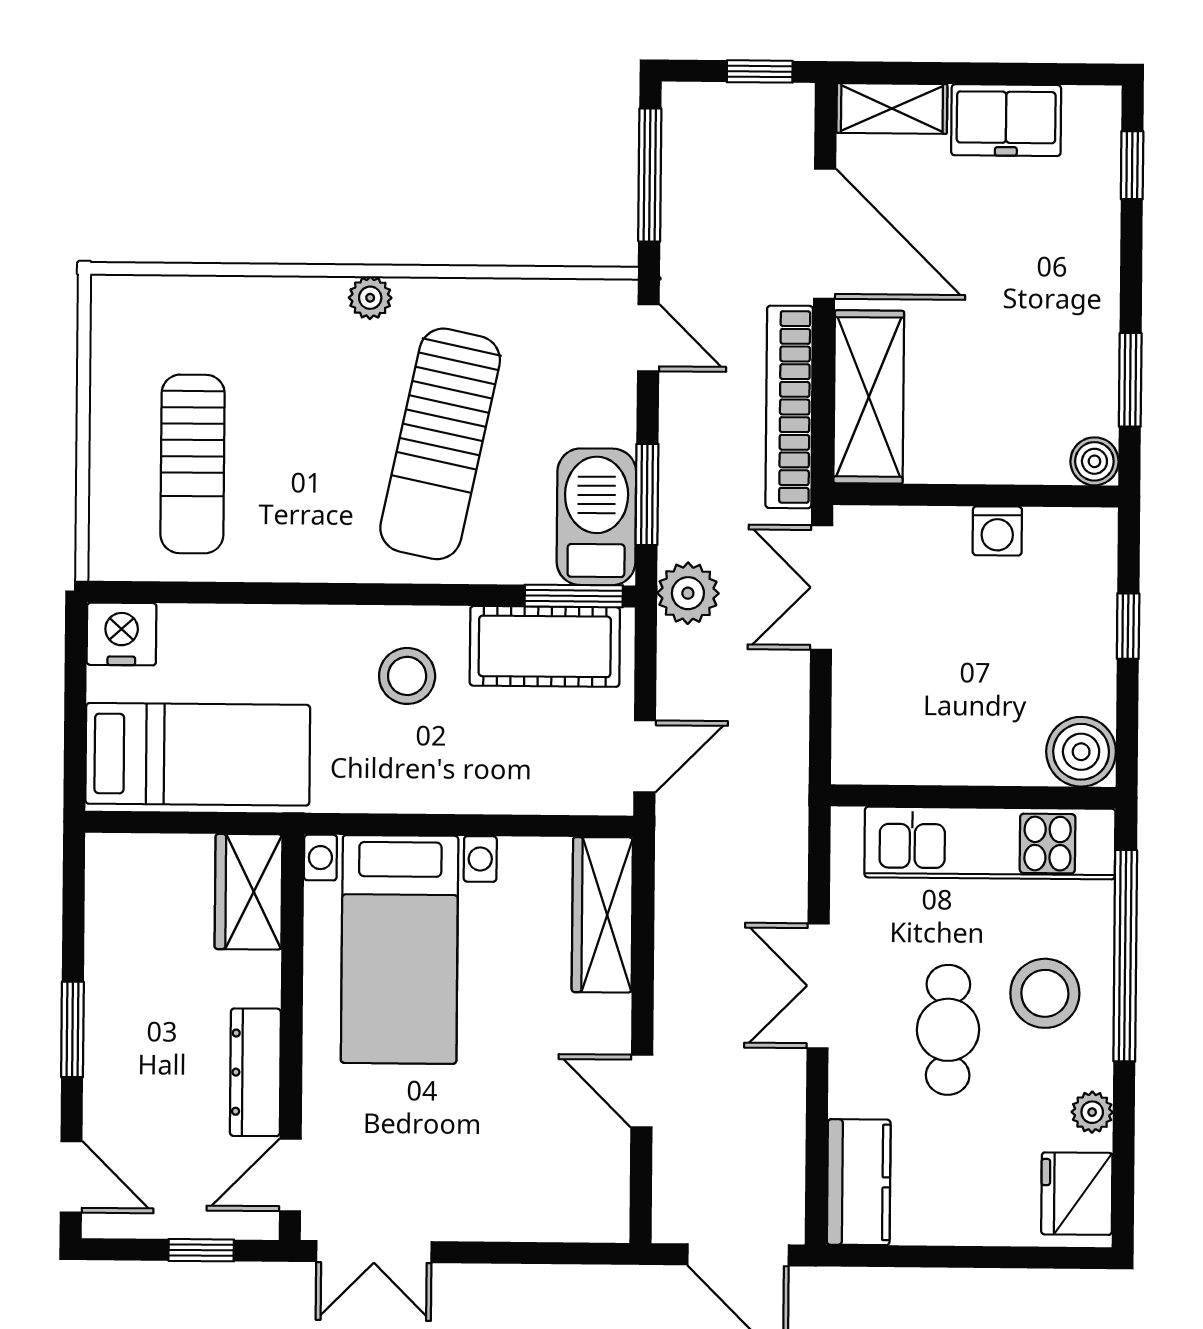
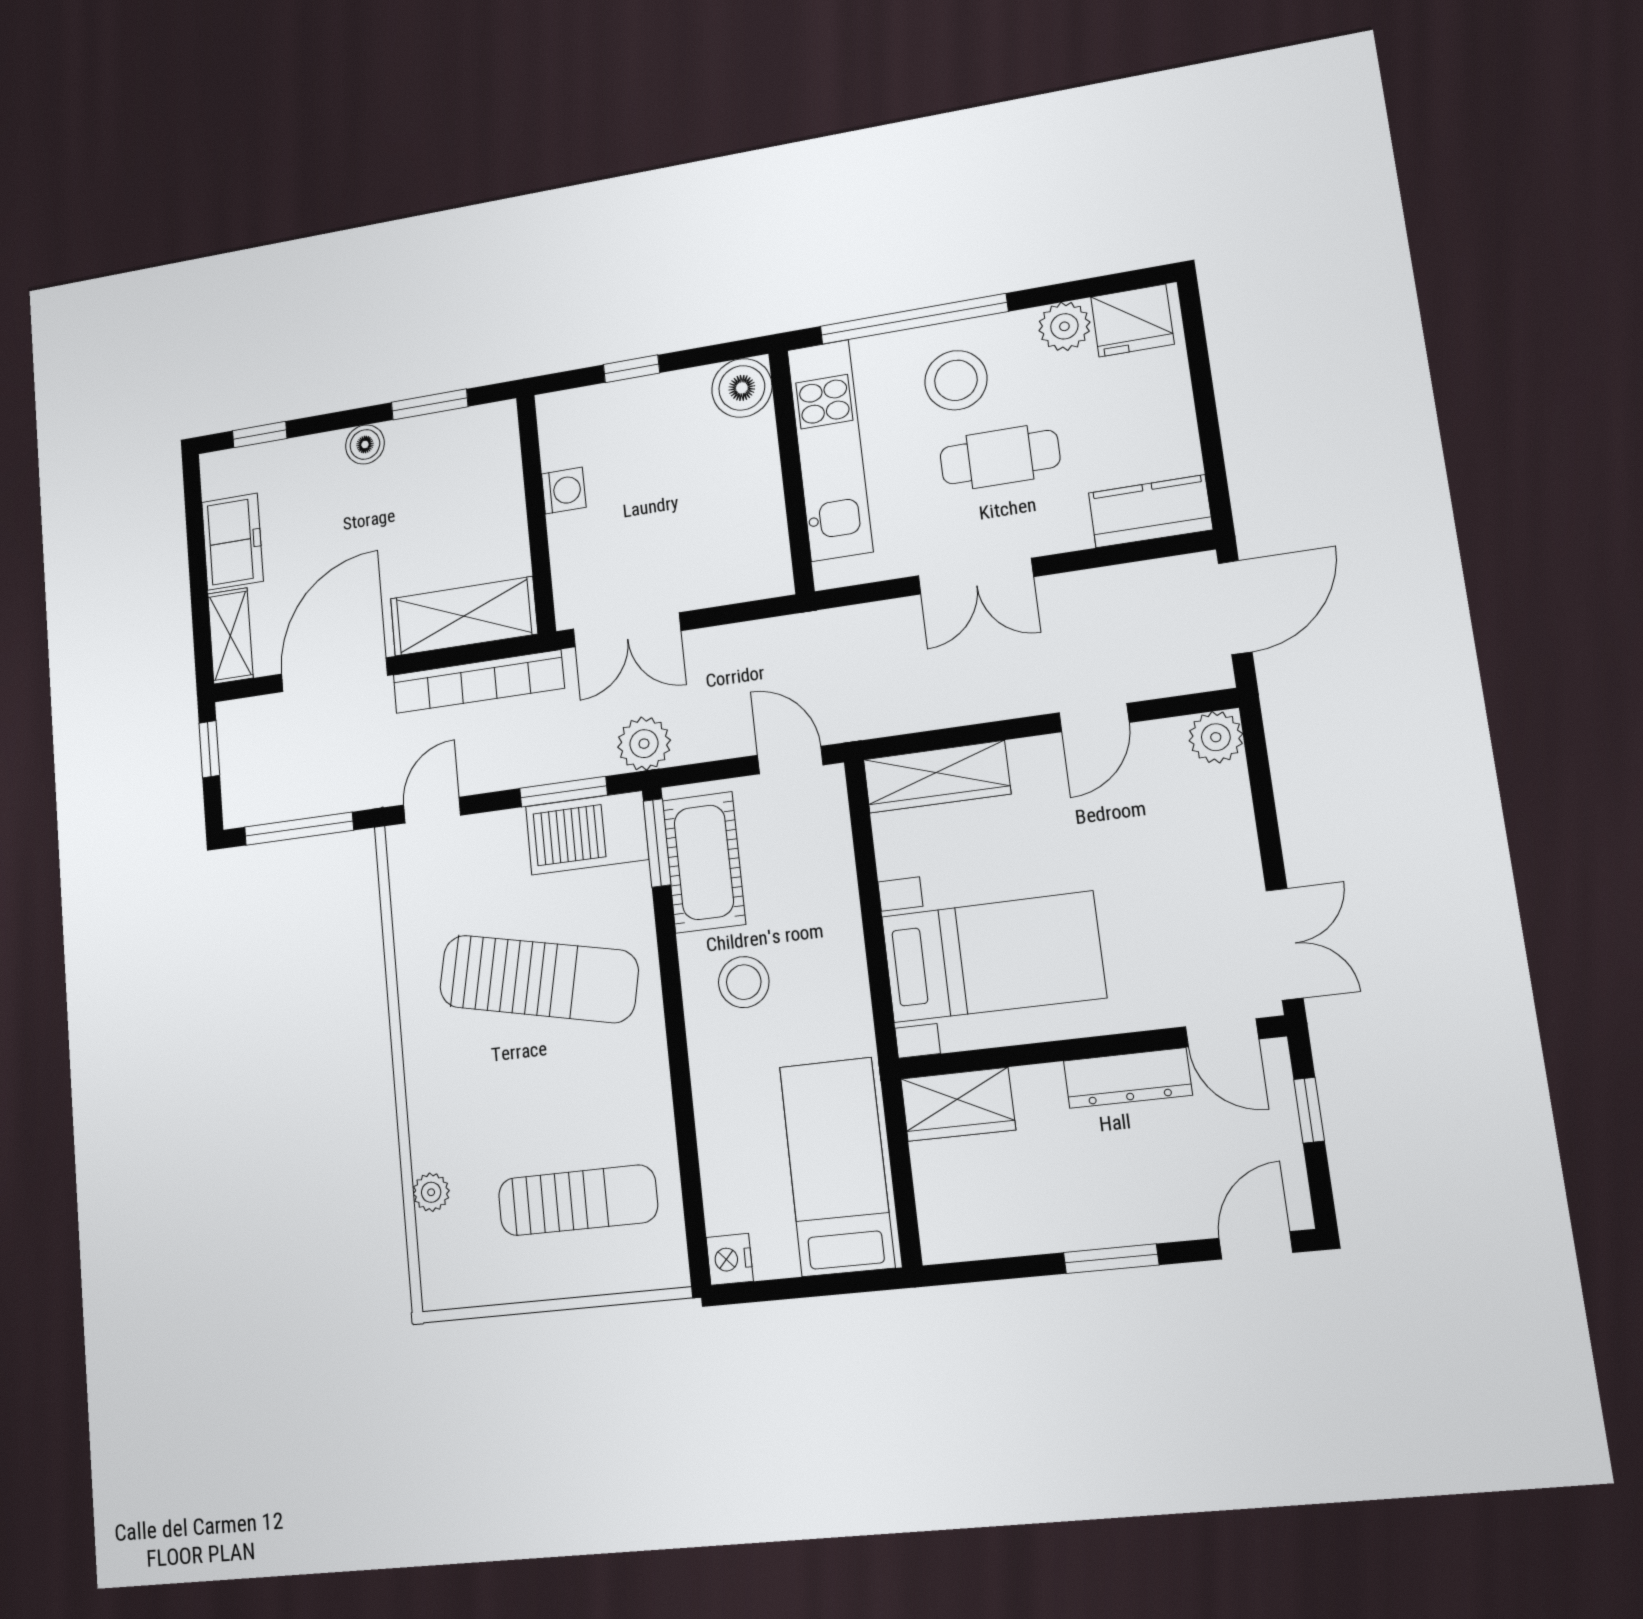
plant: (370, 298) -> (431, 1192), moved
boiler: (1094, 461) -> (365, 444), moved
nightstand: (122, 634) -> (730, 1259), width x0.74, depth x0.75
plant: (1092, 1112) -> (1064, 326), width x1.38, depth x1.38
plant: (601, 1214) -> (1216, 737), added

